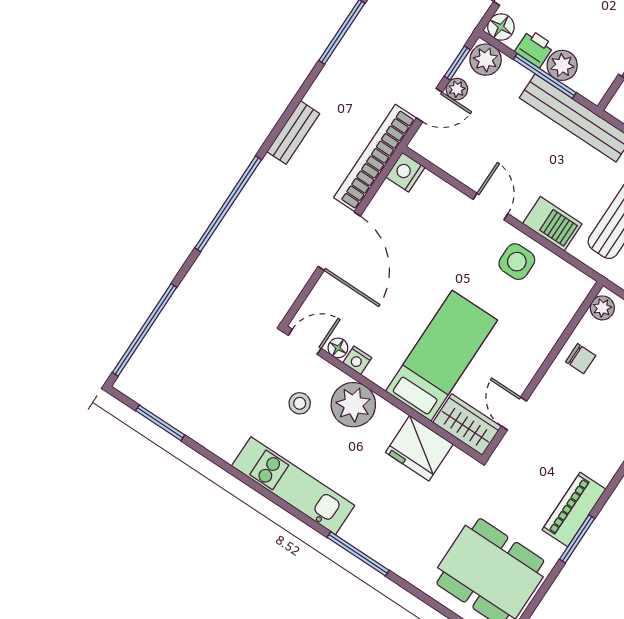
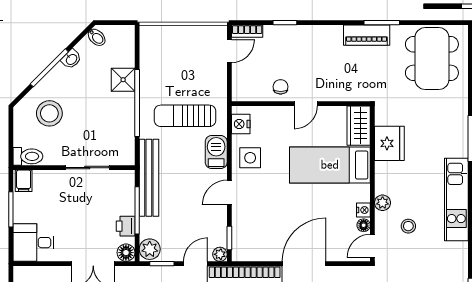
plant: (562, 65) -> (125, 205), removed
plant: (457, 89) -> (220, 254), moved
door: (429, 105) -> (195, 264), hinge flipped
window: (433, 169) -> (229, 238), added
nightstand: (405, 172) -> (241, 124), moved, turned 90
plant: (602, 308) -> (244, 93), removed
door: (305, 342) -> (372, 246), hinge flipped
plant: (353, 405) -> (383, 203), width x0.53, depth x0.53
door: (514, 414) -> (306, 104), moved

